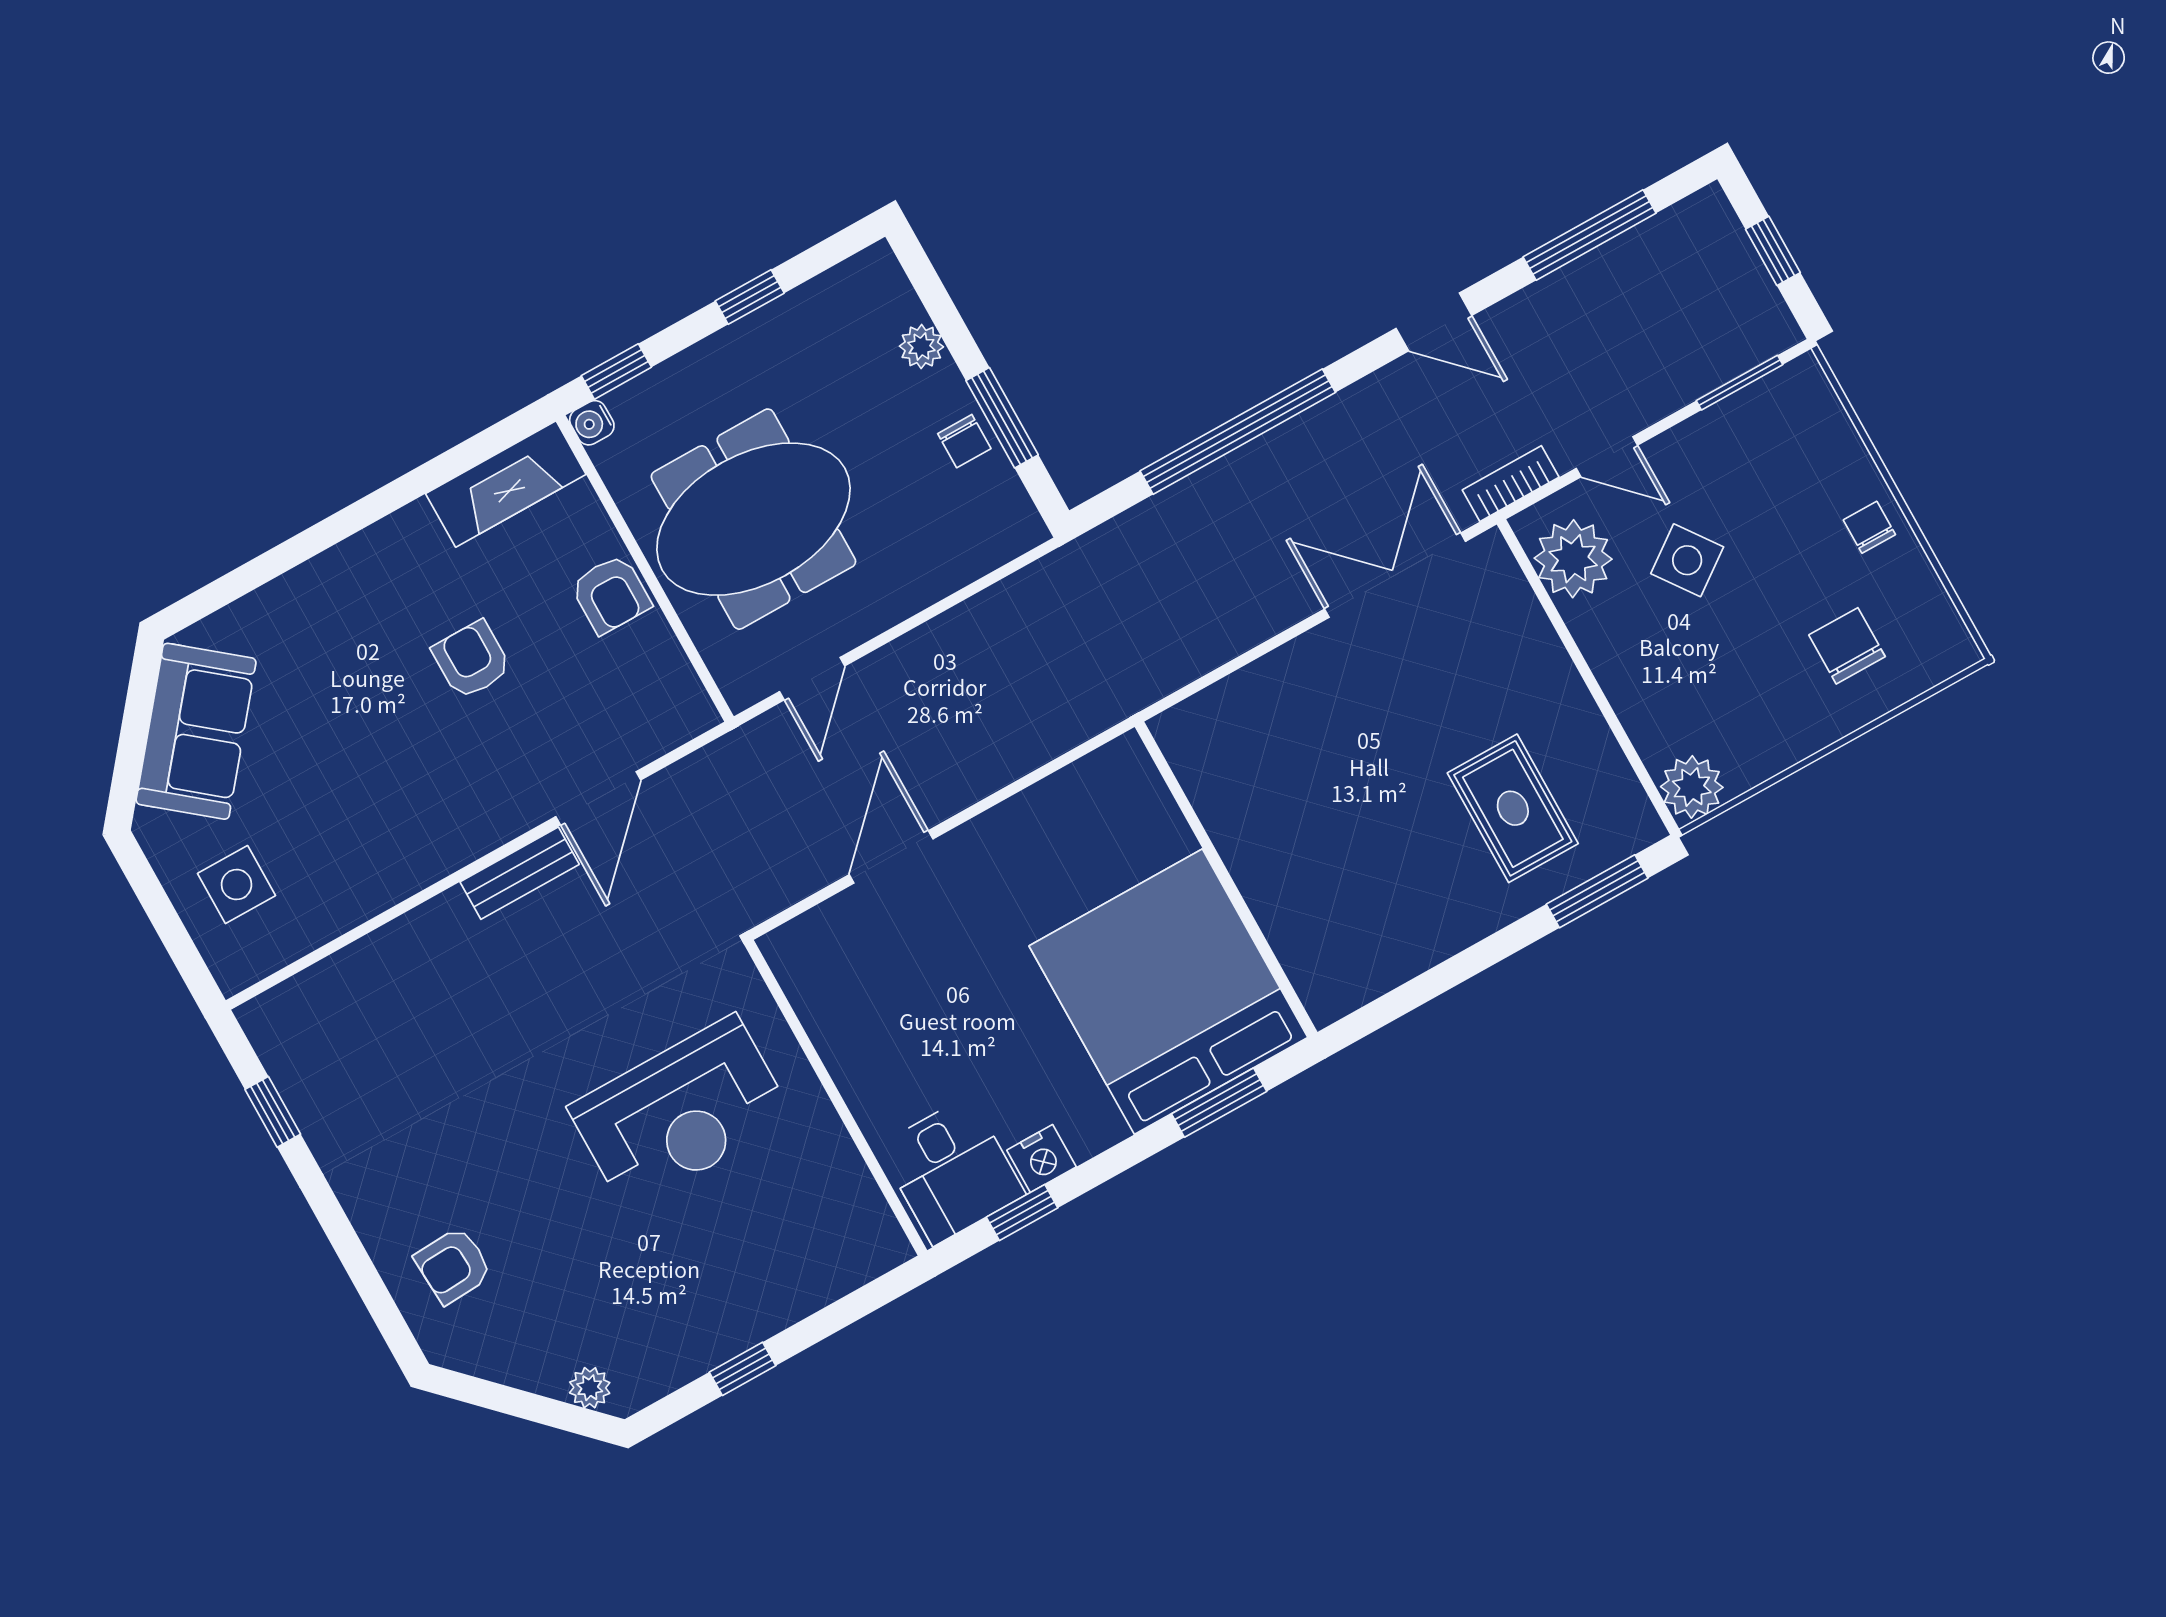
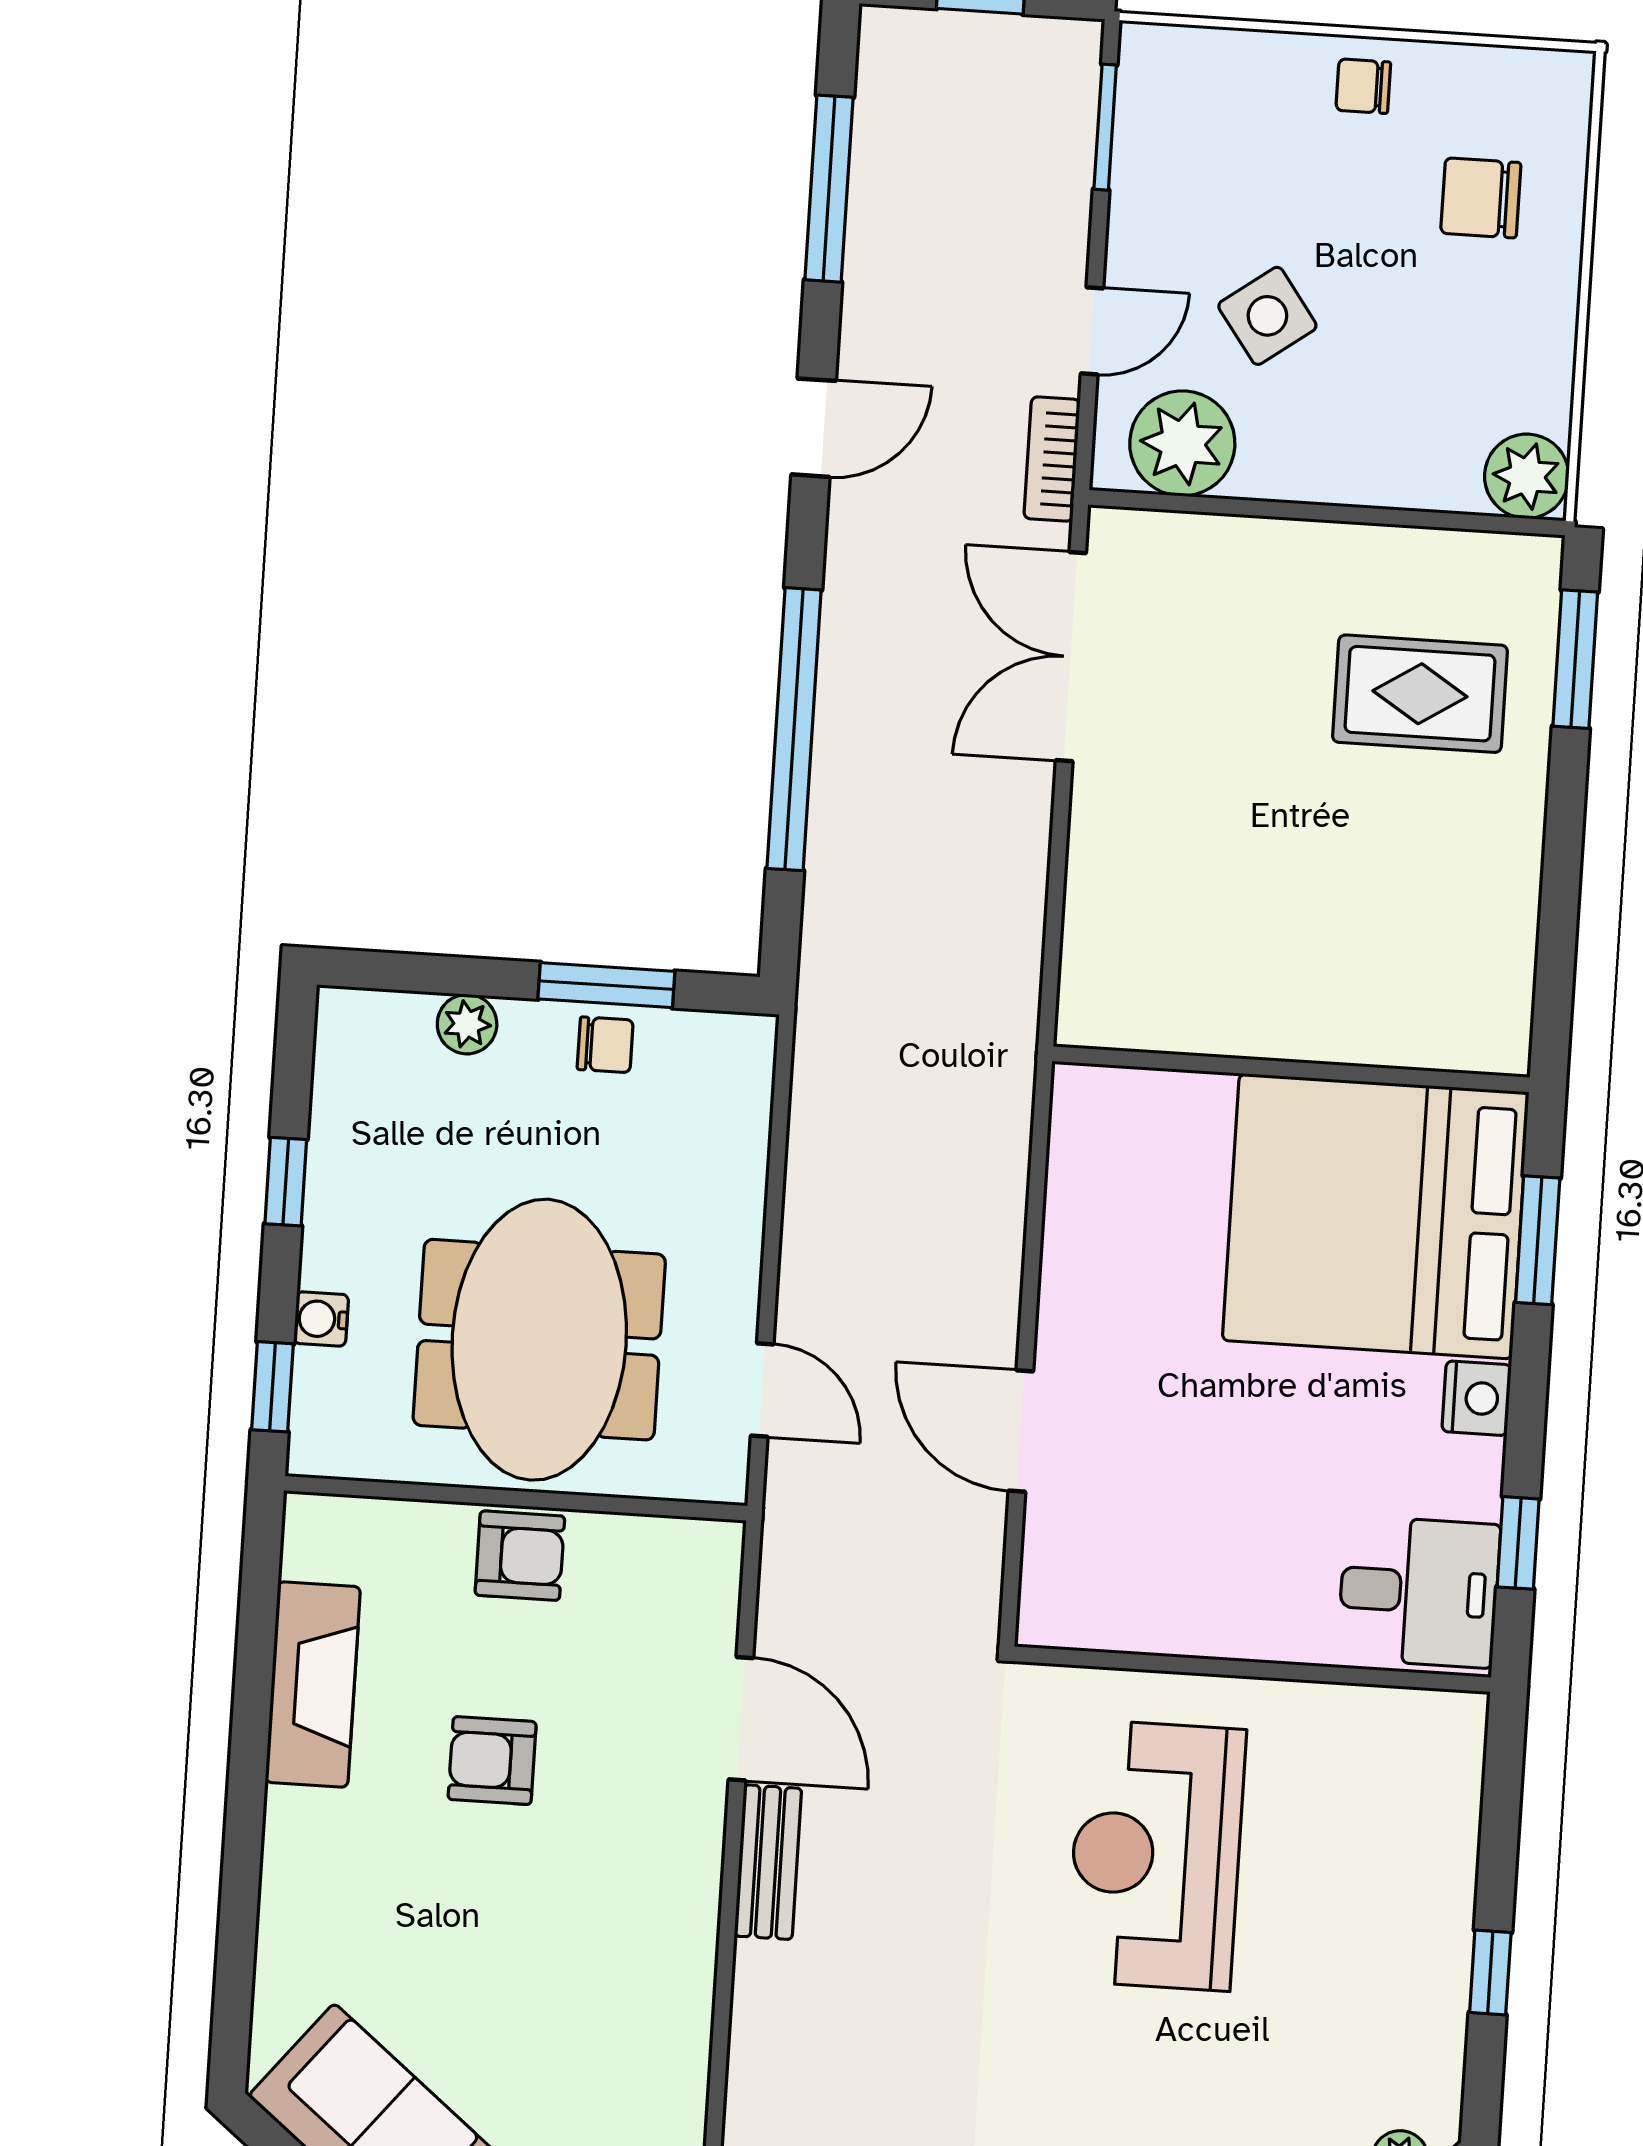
water cooler: (592, 423) -> (321, 1319), moved, turned 90
fireplace: (506, 484) -> (313, 1684), moved
reception desk: (681, 1113) -> (1156, 1855), turned 180
nightstand: (1042, 1158) -> (1477, 1398), moved

